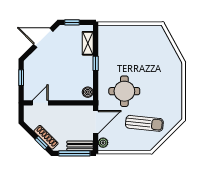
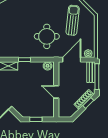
door: (40, 103) -> (56, 92), moved
door: (96, 122) -> (72, 60), hinge flipped

